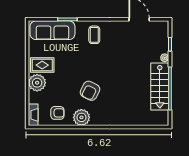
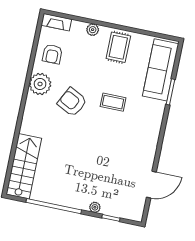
coffee table: (94, 35) -> (113, 102), moved
plant: (37, 83) -> (93, 30), width x0.53, depth x0.53
stairs: (160, 86) -> (24, 166), moved, turned 90

